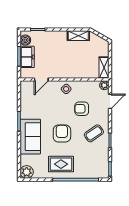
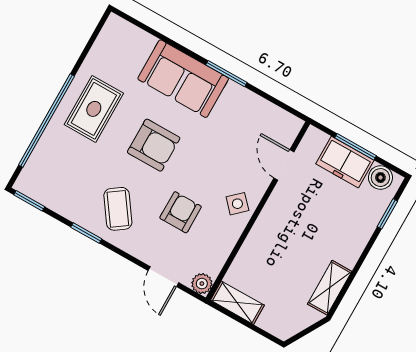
plant: (27, 172) -> (117, 32), removed

